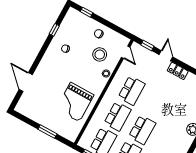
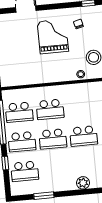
school desk: (132, 91) -> (84, 136), moved
grand piano: (75, 102) -> (53, 36), moved, turned 90

